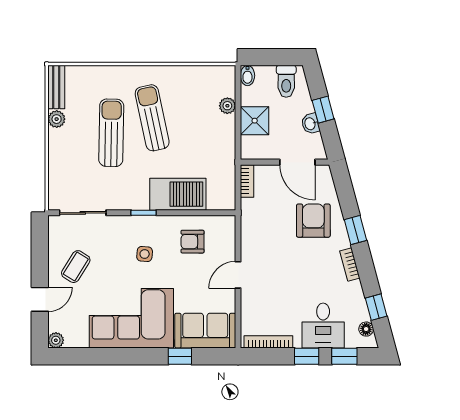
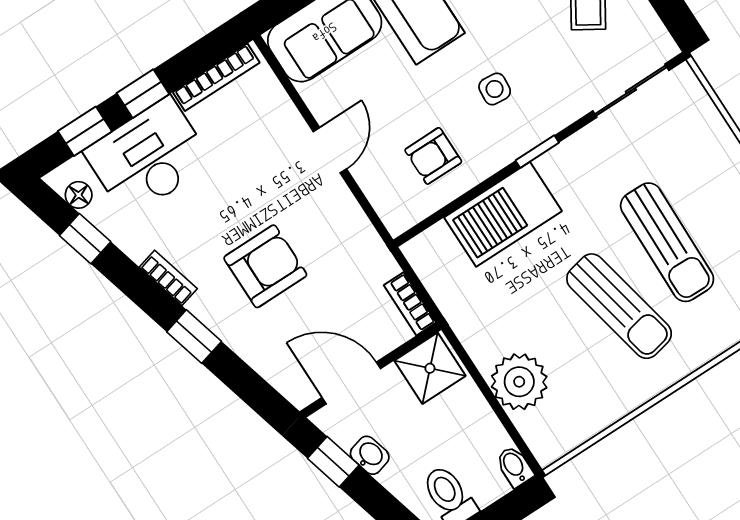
plant: (227, 106) -> (519, 382), width x1.88, depth x1.88
window: (323, 110) -> (333, 462), moved
shower: (255, 121) -> (430, 368), moved
armchair: (313, 221) -> (265, 266), moved, turned -90
armchair: (192, 242) -> (433, 156), turned 180
desk: (323, 326) -> (148, 157), width x1.37

